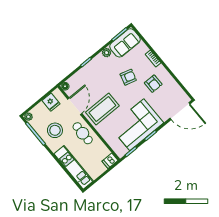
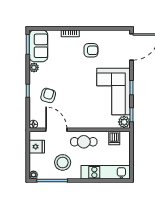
armchair: (128, 77) -> (48, 95), moved
coffee table: (102, 109) -> (77, 109), removed
plant: (121, 151) -> (124, 122), added
dishwasher: (110, 161) -> (114, 138), moved

